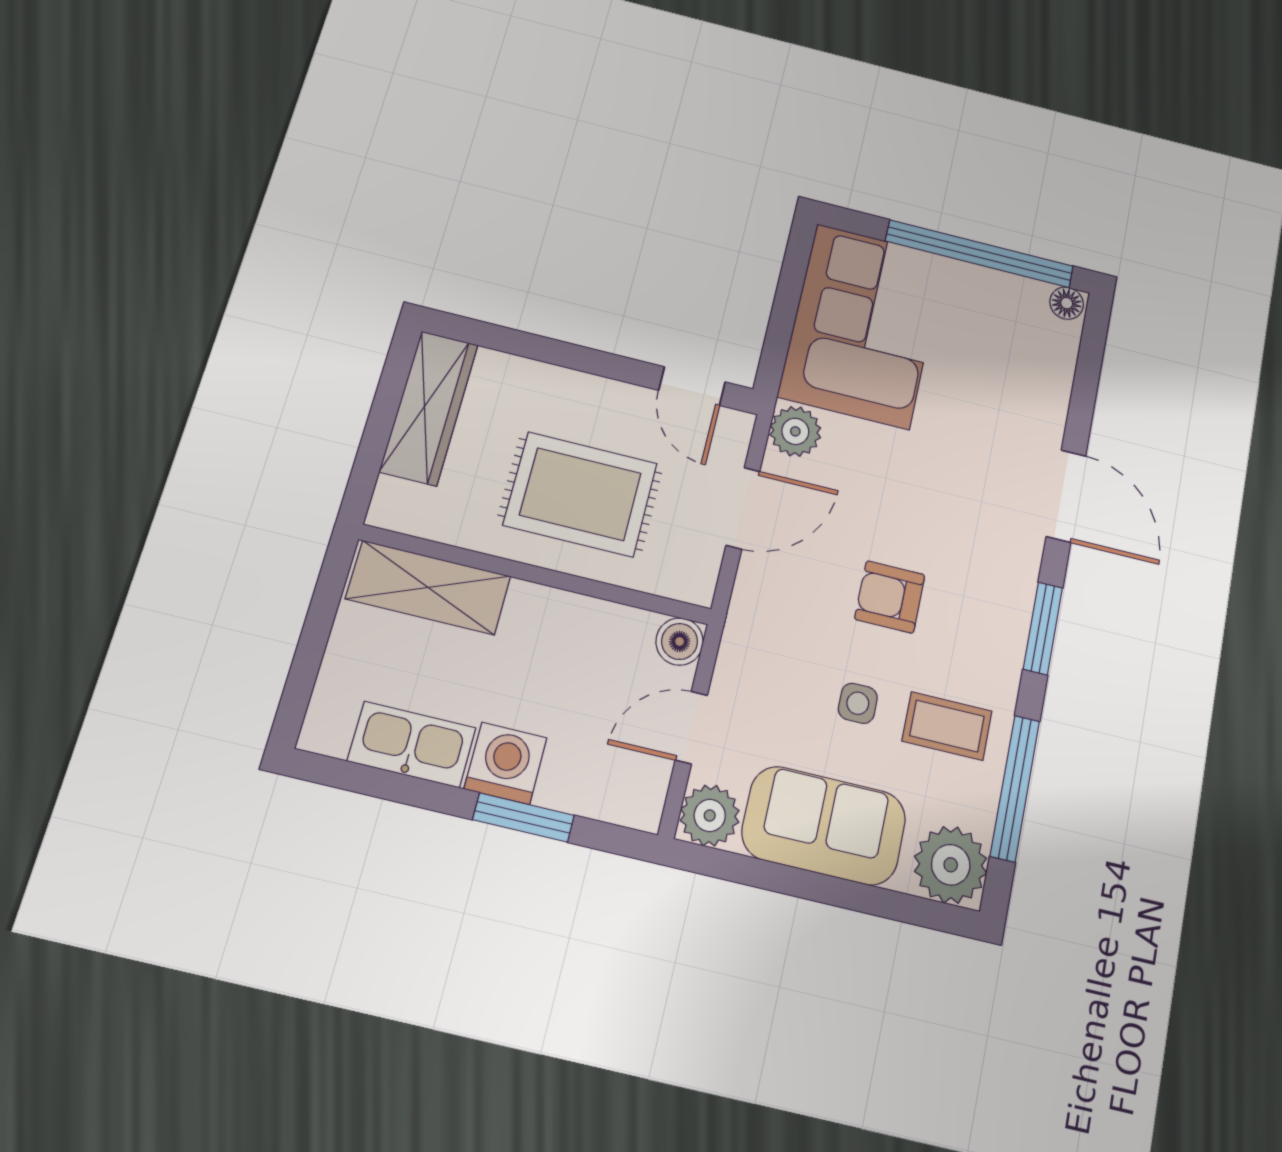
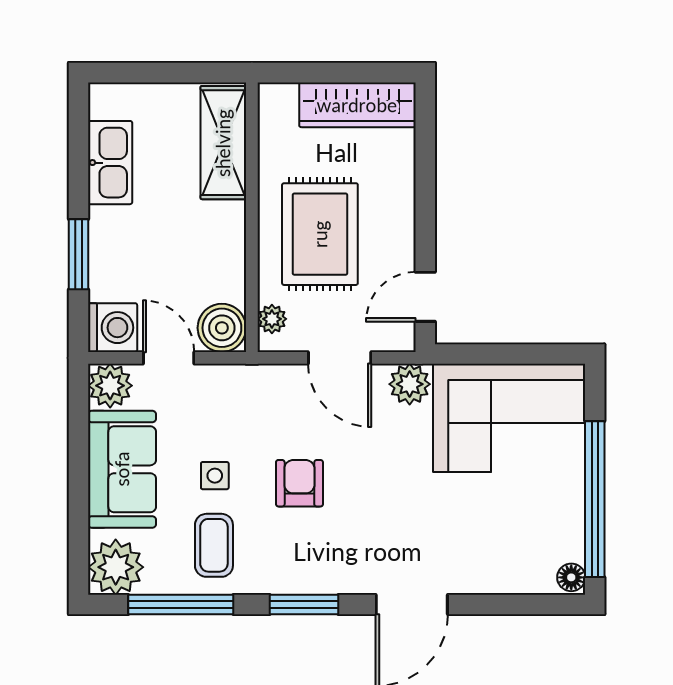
plant: (673, 581) -> (272, 319), added
boiler: (680, 641) -> (222, 328), width x1.36, depth x1.36
washing machine: (506, 763) -> (113, 328), moved

